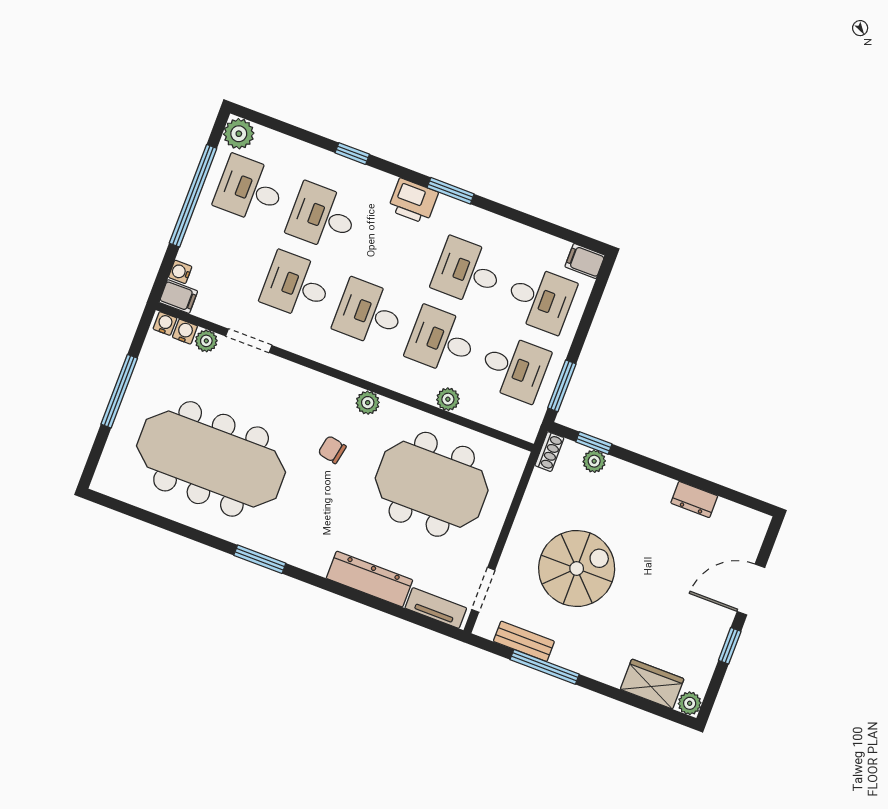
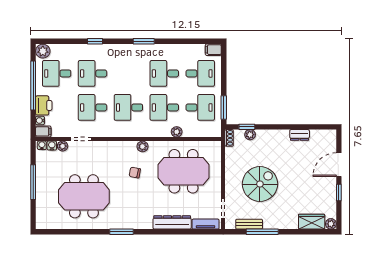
printer: (413, 201) -> (44, 105), moved, turned -90
meeting table: (211, 459) -> (84, 196), width x0.73

